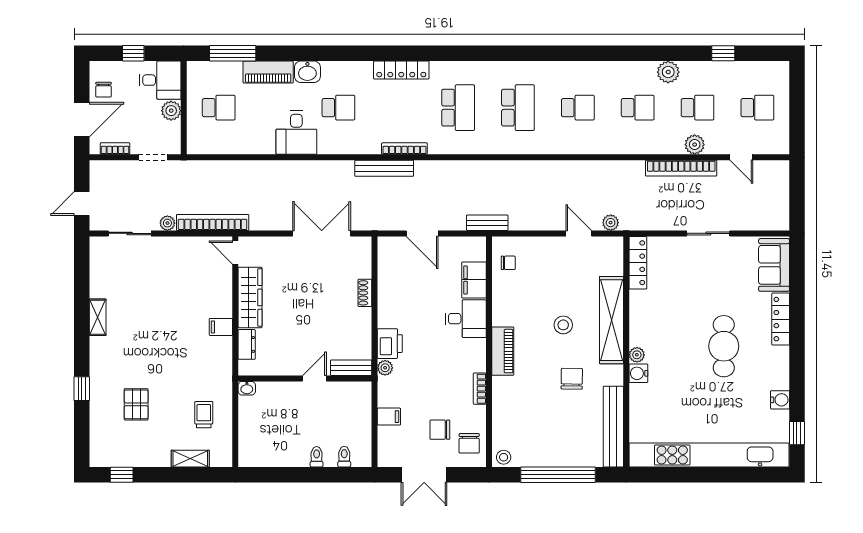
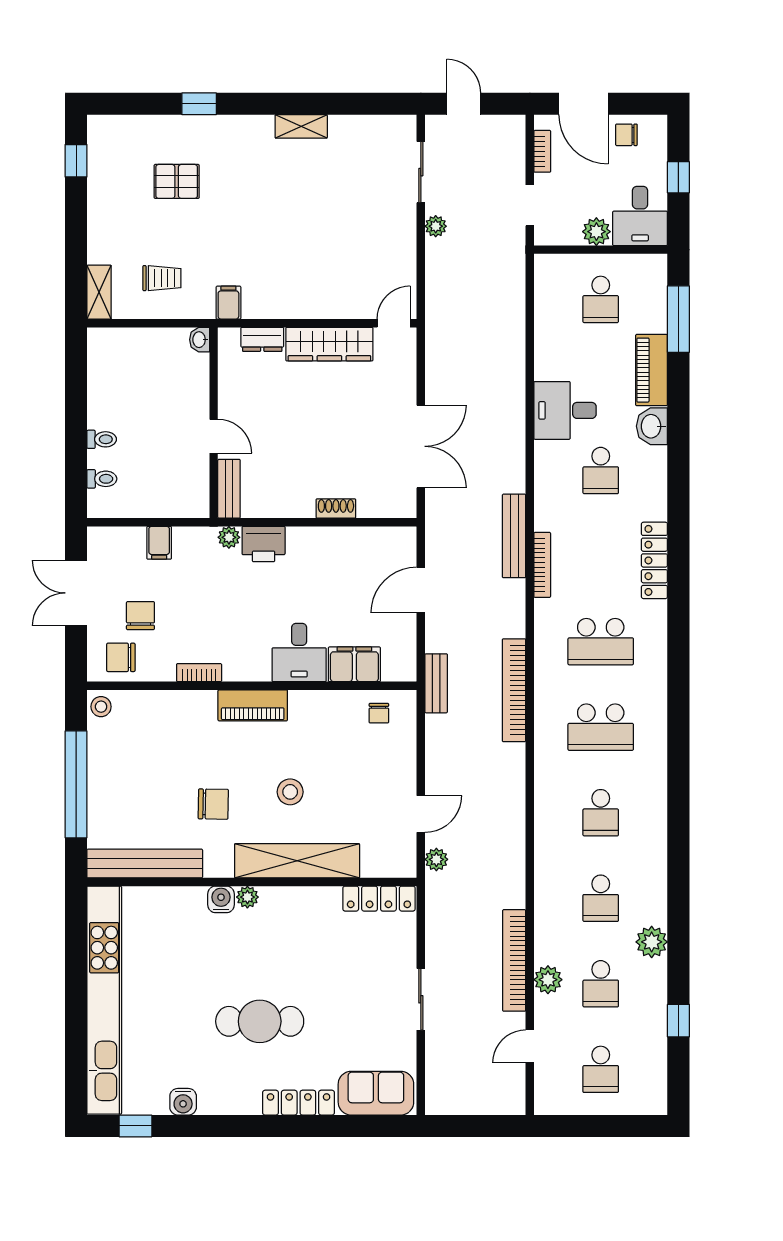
bookcase: (213, 222) -> (514, 690), moved, turned 180
filing cabinet: (221, 327) -> (228, 303), moved
shelving: (190, 459) -> (99, 292), moved

